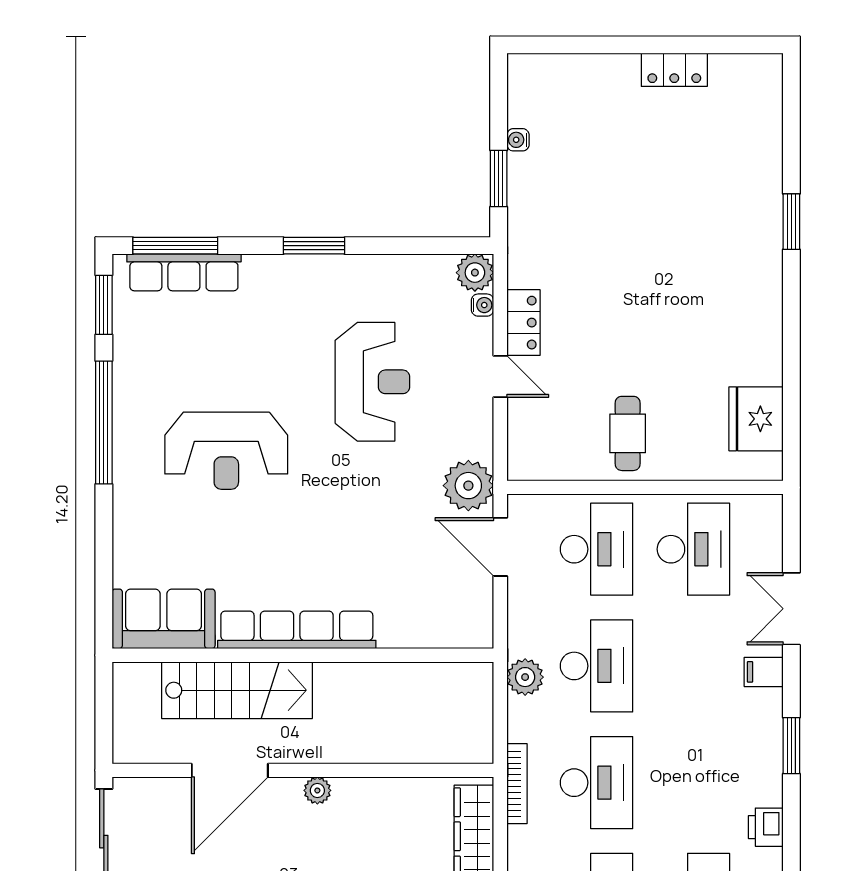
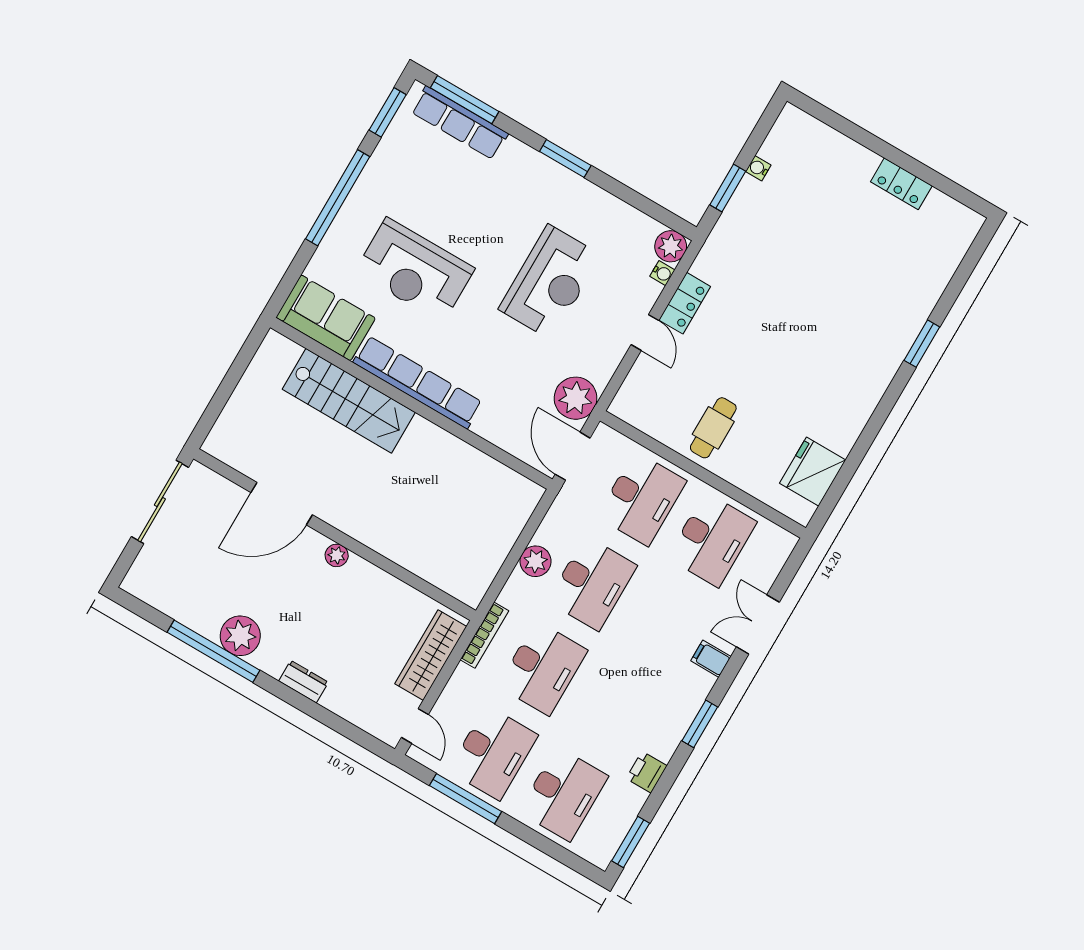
sofa: (164, 619) -> (326, 318), moved
row of seats: (297, 630) -> (418, 382), moved
wall: (303, 655) -> (411, 403), moved
stairs: (237, 690) -> (349, 401), moved

